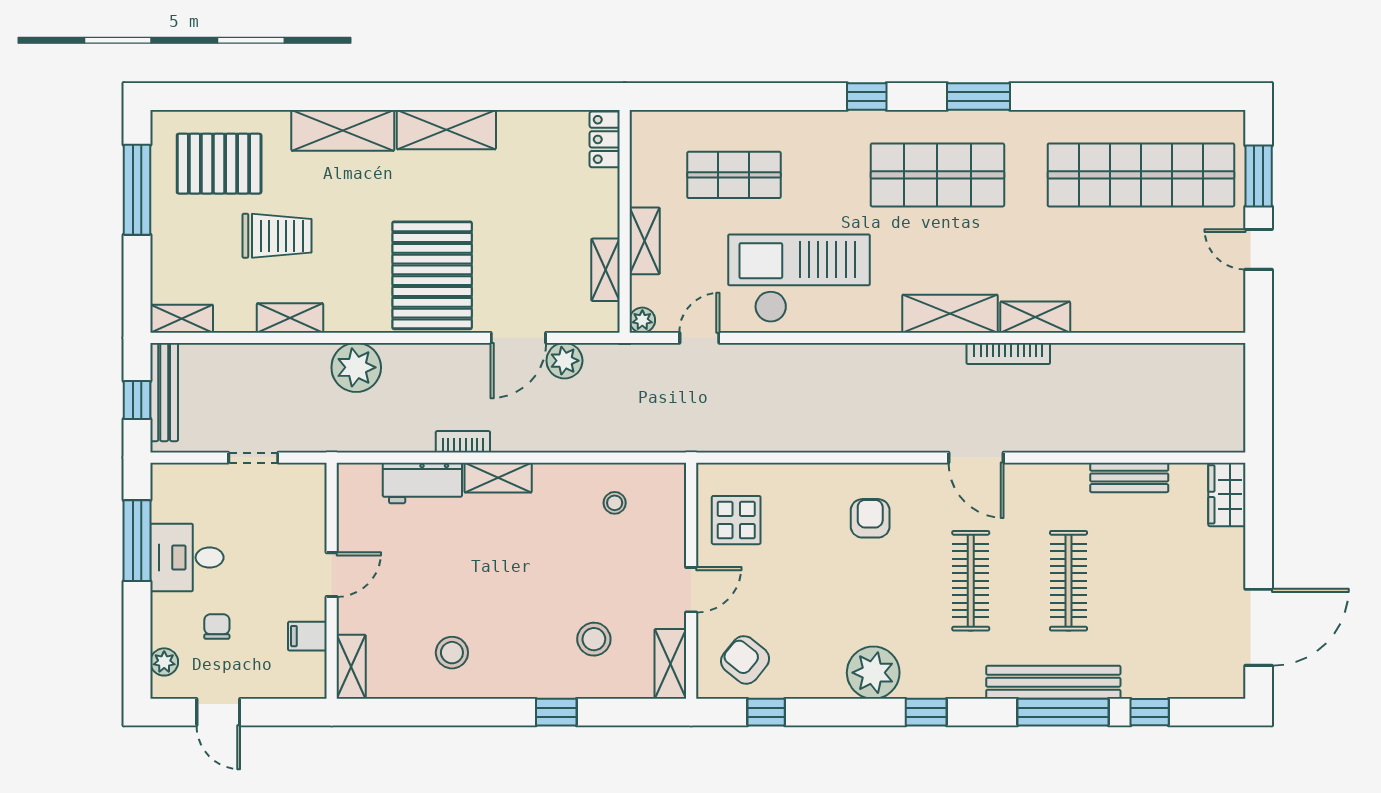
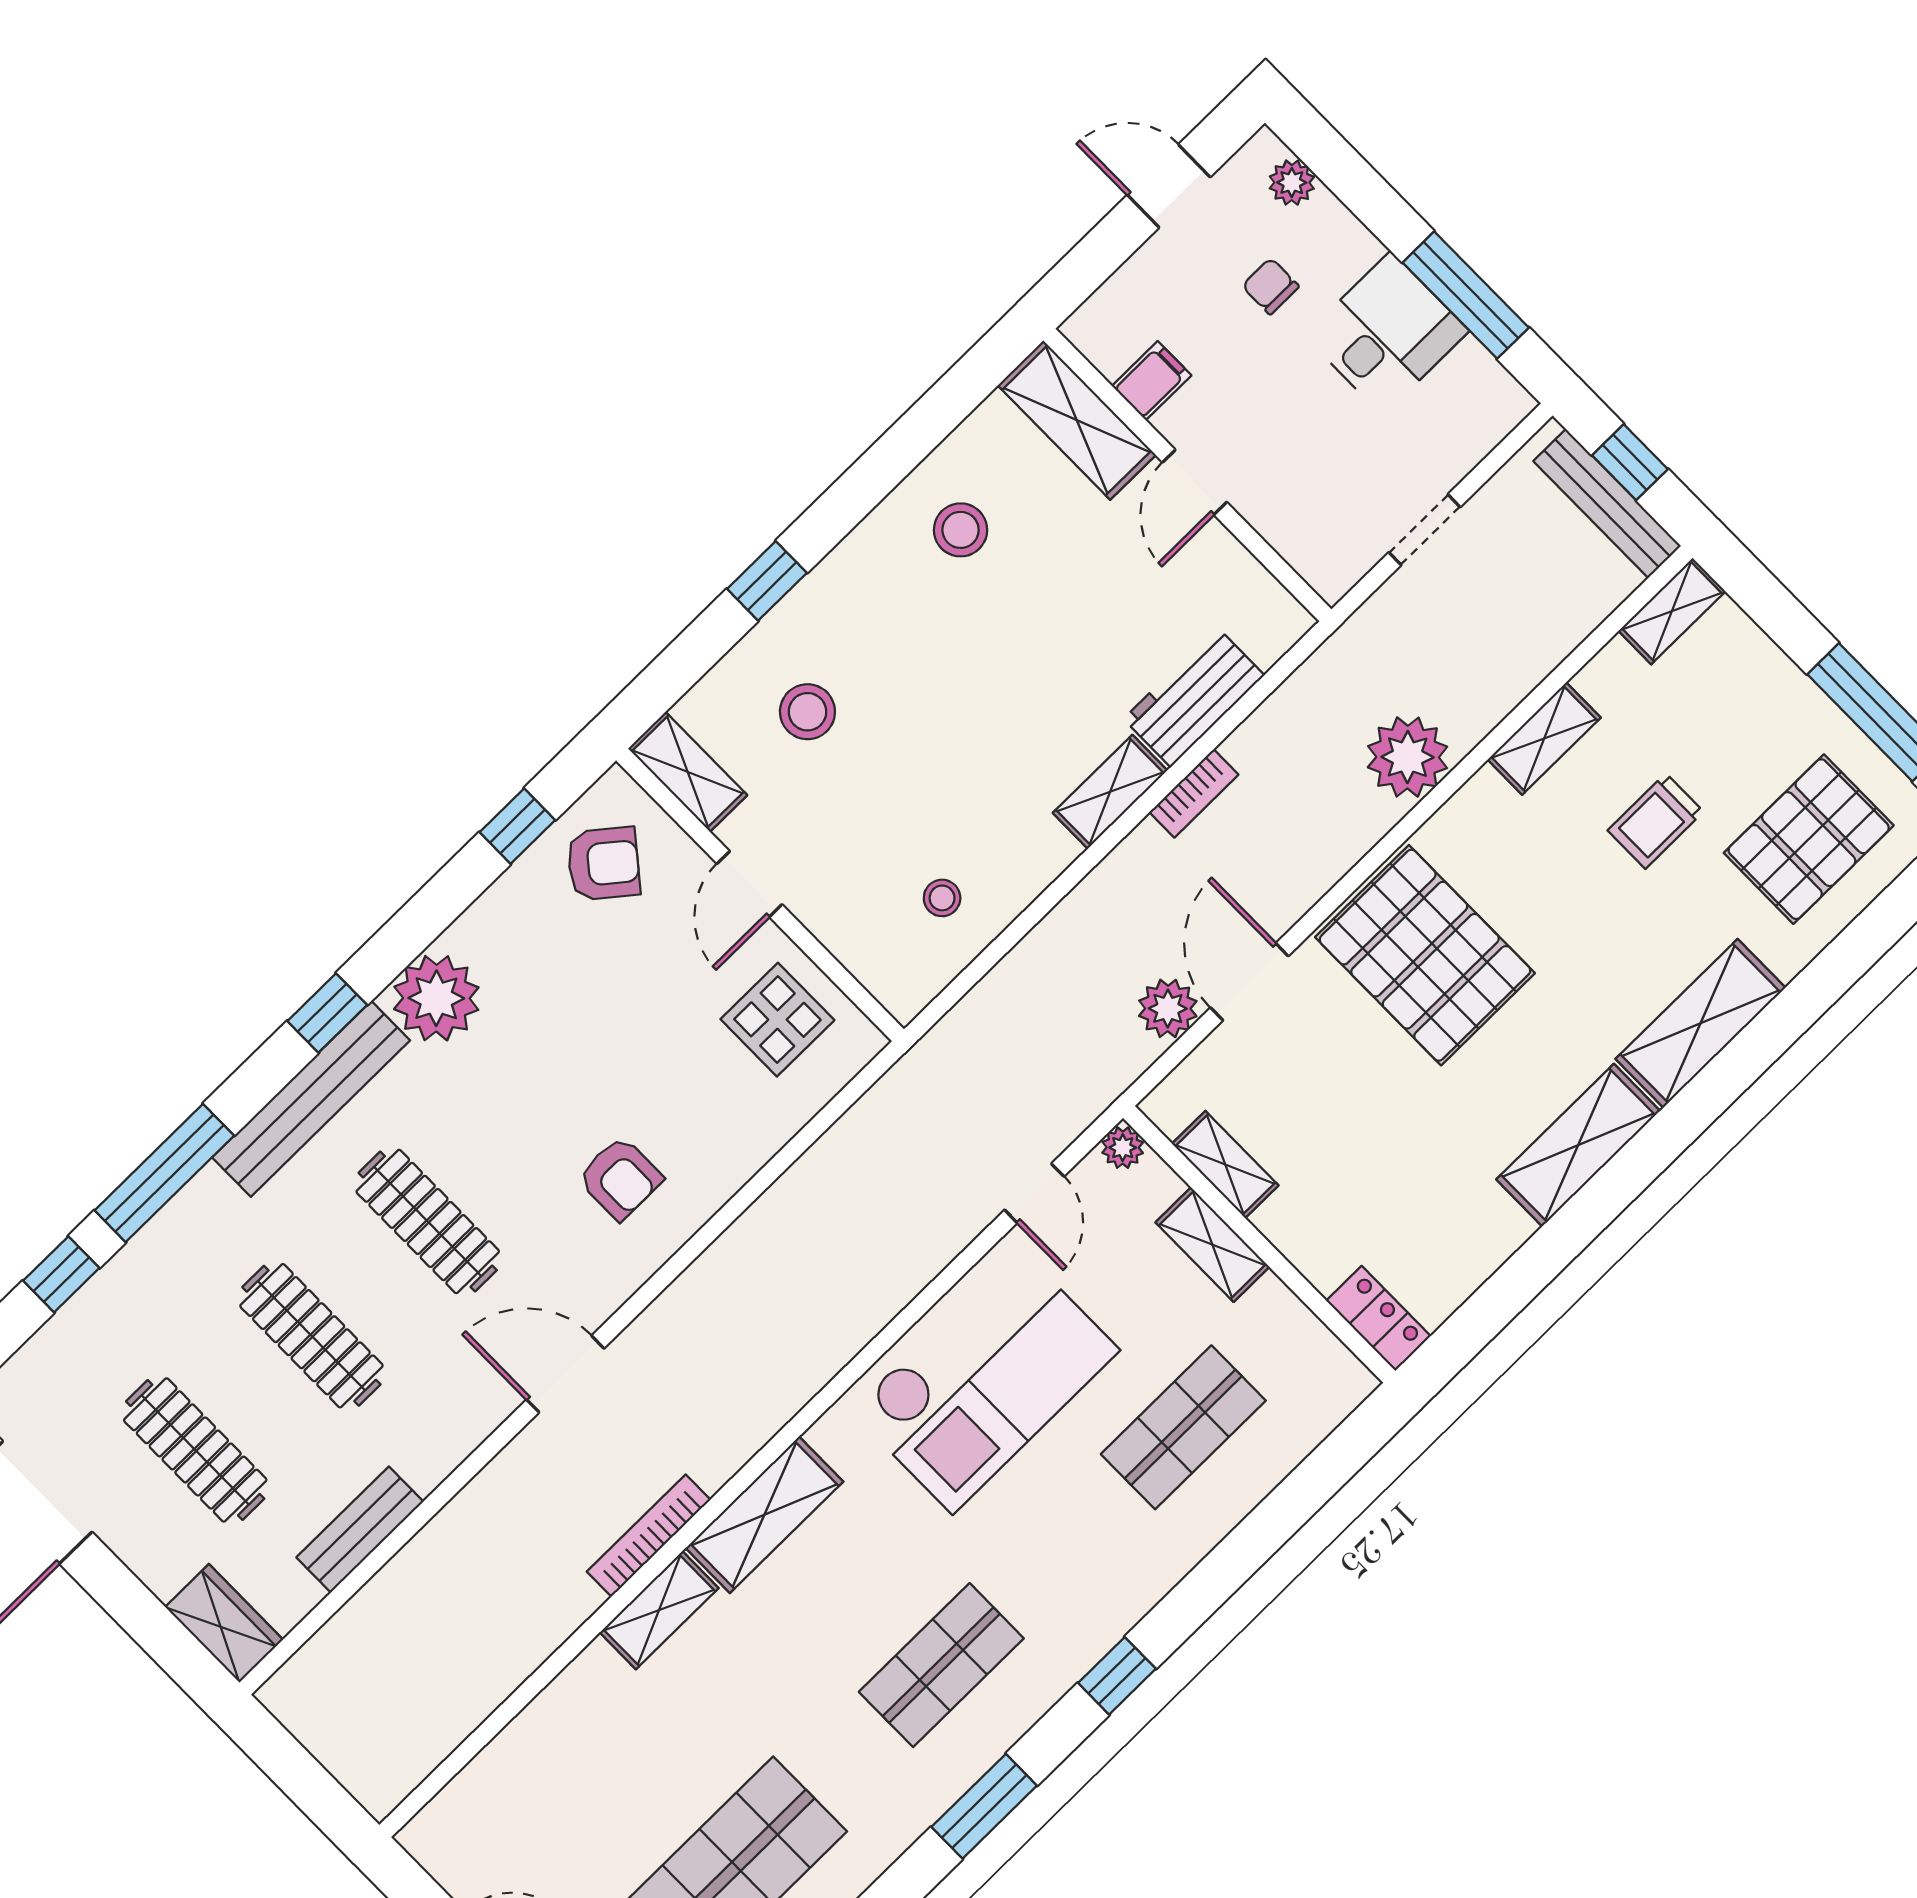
shop shelf: (937, 175) -> (941, 1665), width x0.70, depth x0.74
trolley: (277, 236) -> (1656, 821), width x0.73, depth x0.72
clothes rail: (1166, 581) -> (195, 1450), added
chair: (217, 627) -> (1270, 286), turned 180
shelving: (351, 667) -> (1077, 420), width x1.50, depth x1.33
bench: (1053, 682) -> (311, 1099), moved

